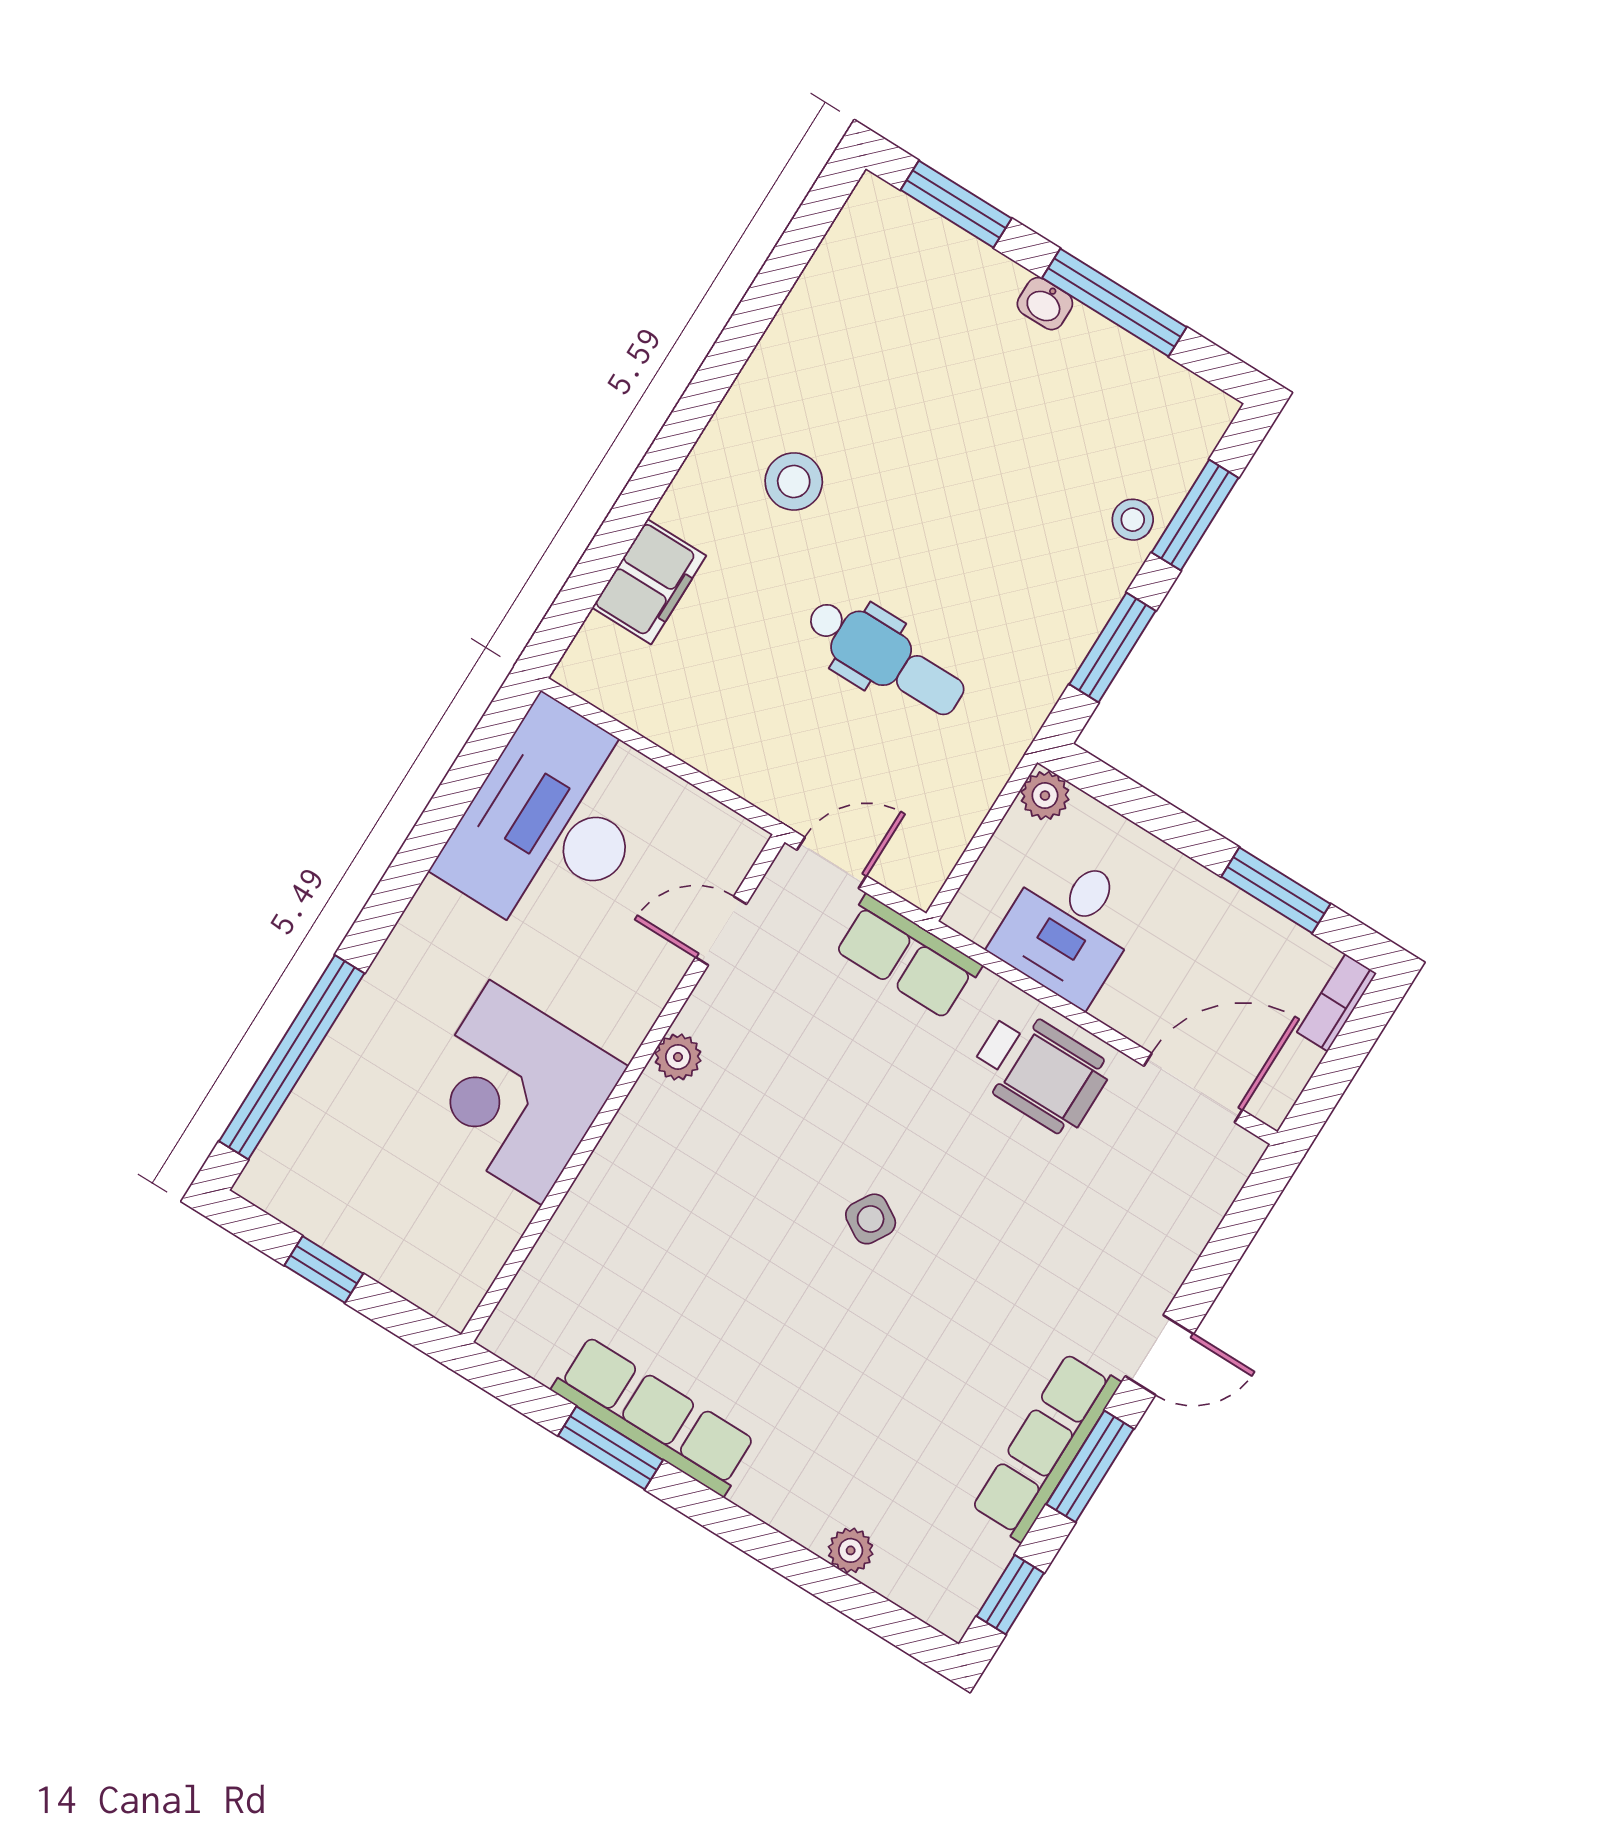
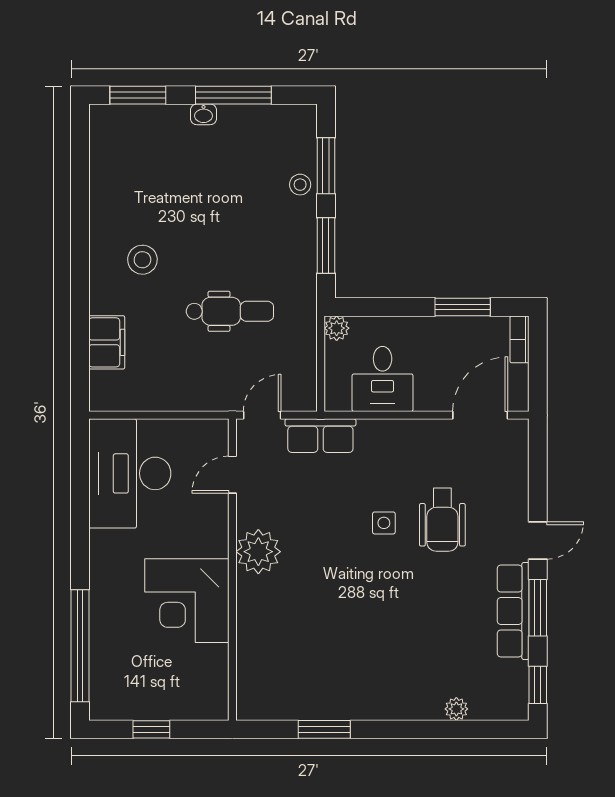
plant: (678, 1057) -> (258, 552), width x1.87, depth x1.87
wheelchair: (1040, 1071) -> (442, 520), moved, turned 90
side table: (871, 1219) -> (384, 523), moved, turned -31
row of seats: (654, 1416) -> (335, 704), removed

